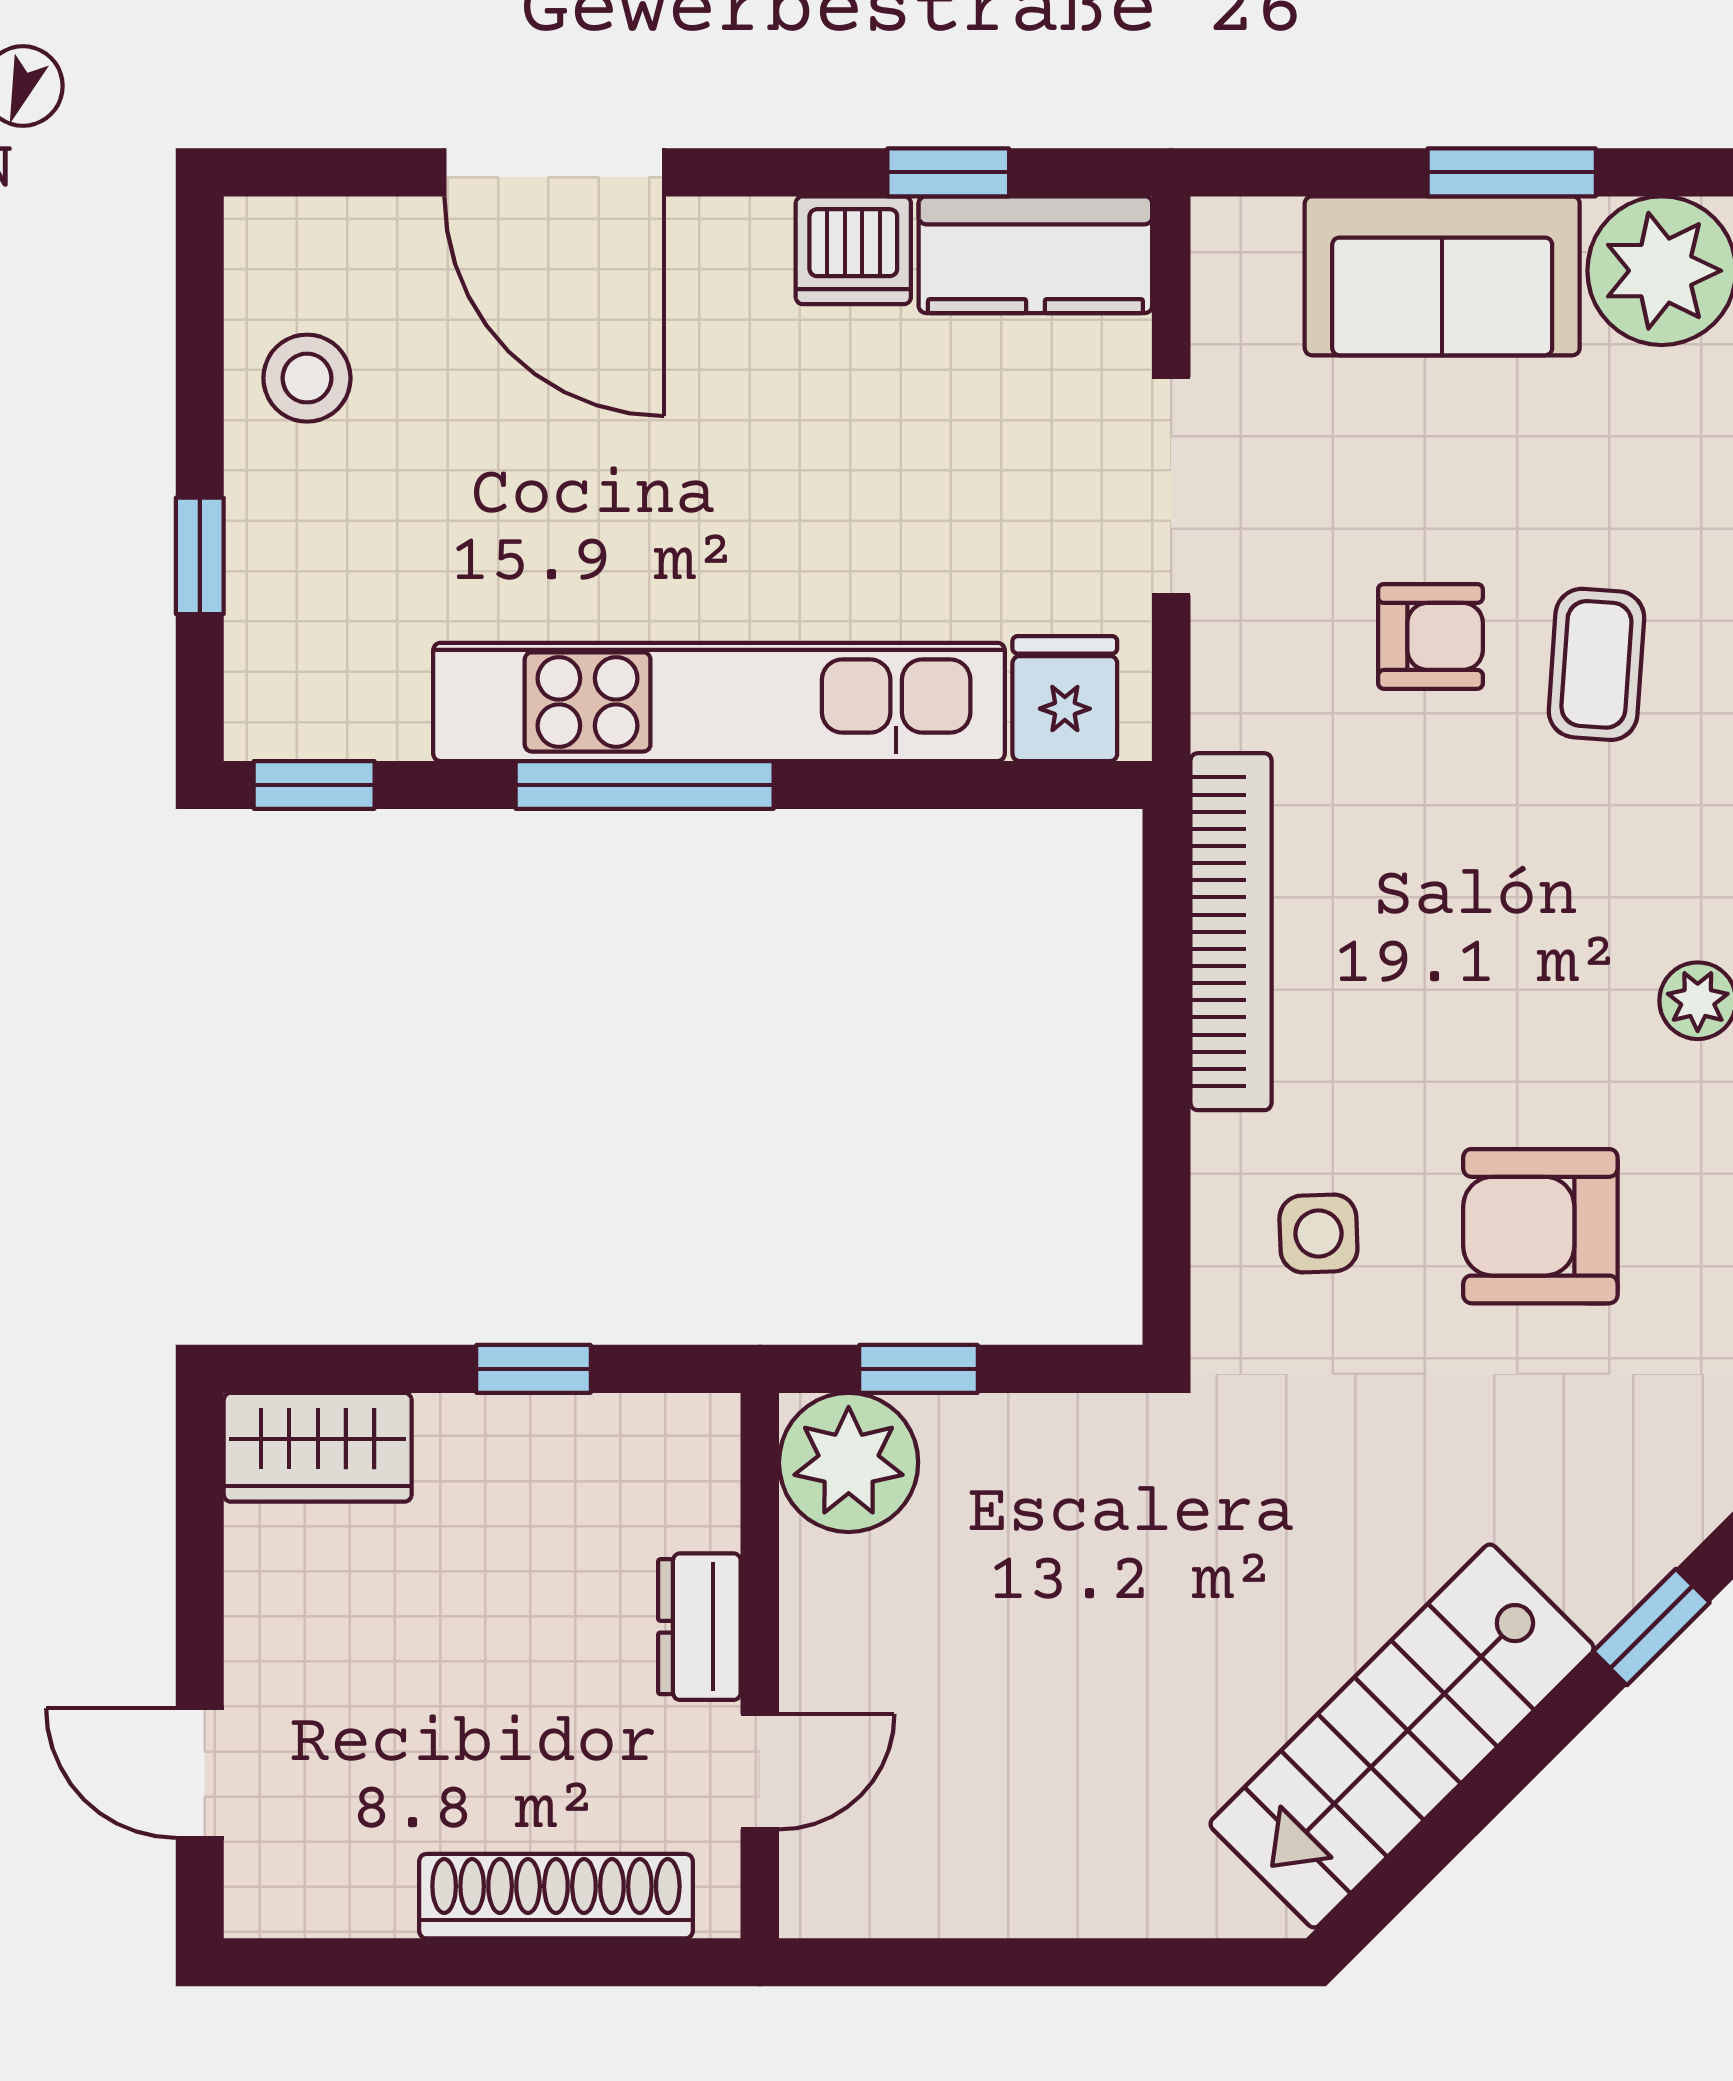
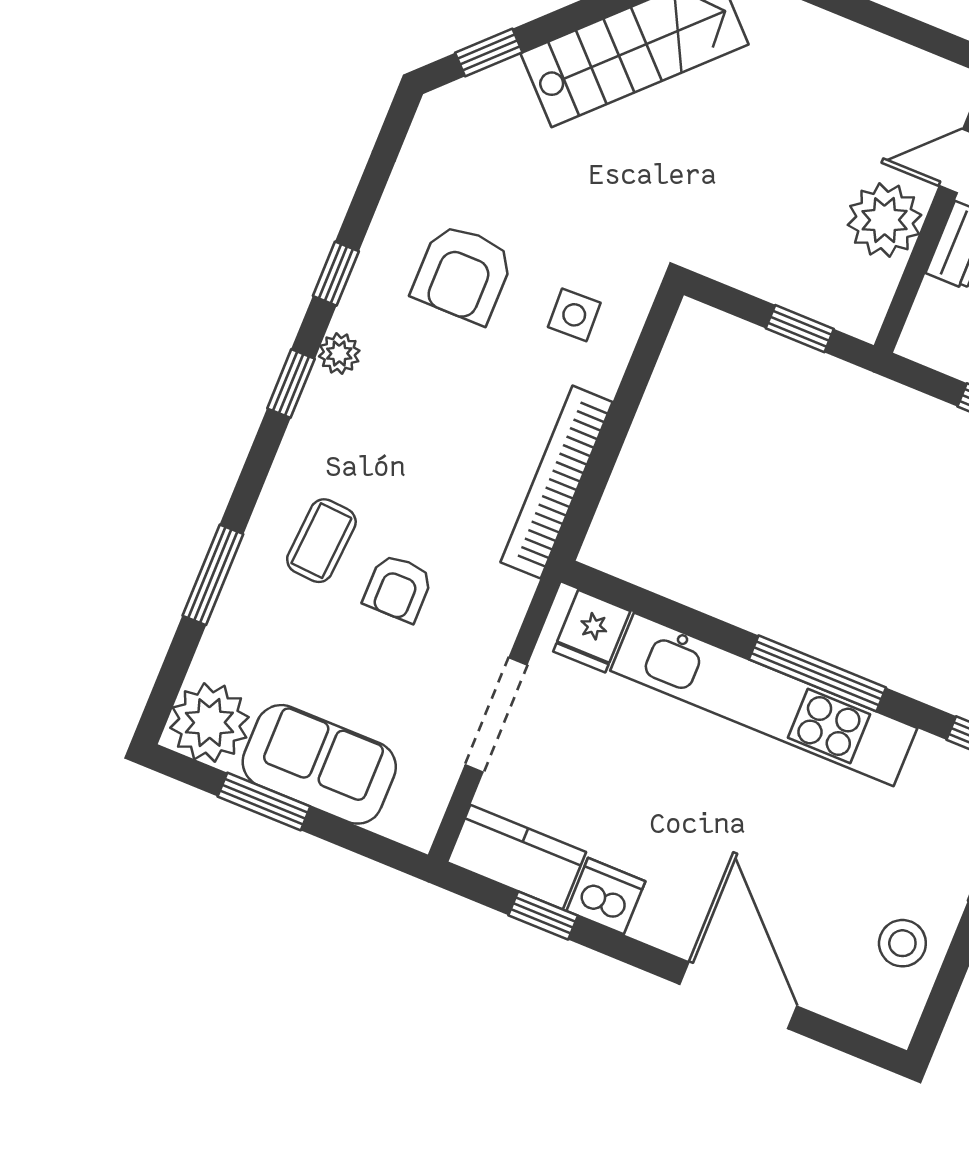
armchair: (1430, 636) -> (398, 588), turned -90
armchair: (1540, 1226) -> (463, 274), turned 90
plant: (849, 1462) -> (885, 220), moved

